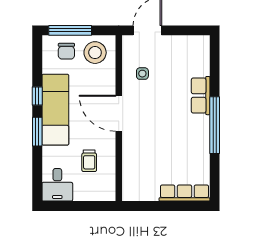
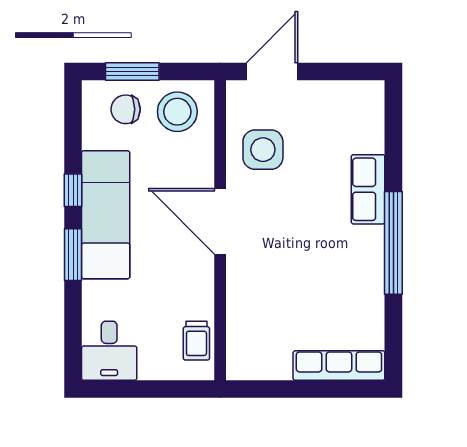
window: (70, 30) -> (132, 71), width x0.69
chair: (66, 51) -> (126, 109), turned 90
side table: (142, 74) -> (263, 150), width x1.87, depth x1.87
trolley: (89, 161) -> (196, 341), moved

